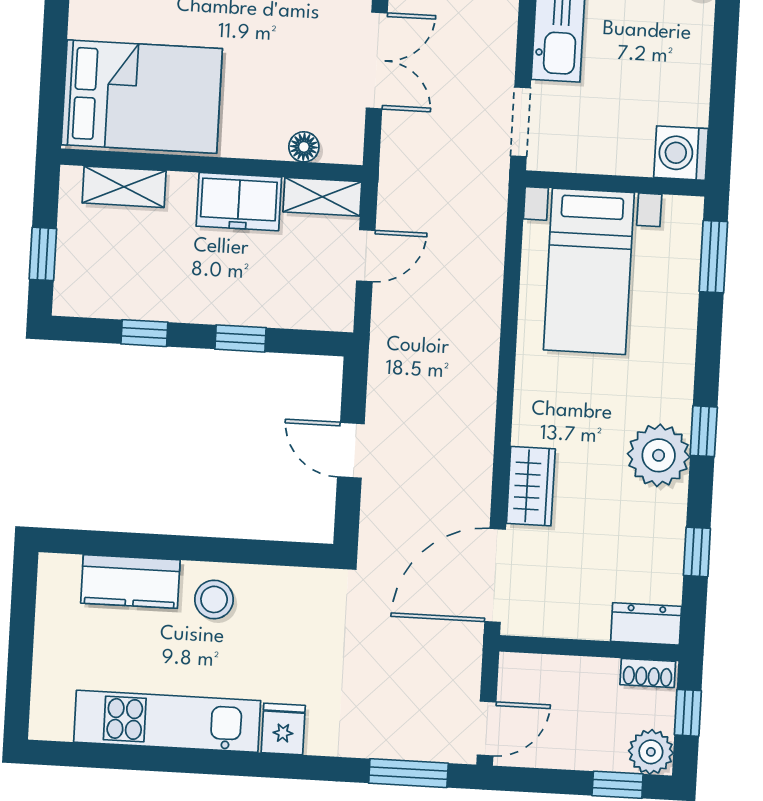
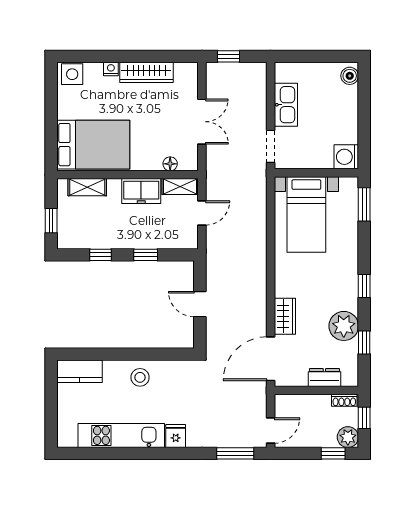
plant: (659, 455) -> (344, 326), moved
kitchen counter: (130, 581) -> (80, 371), moved
dresser: (646, 624) -> (324, 377), moved

